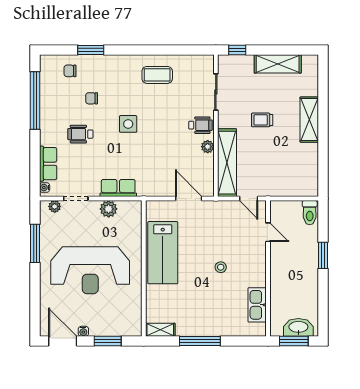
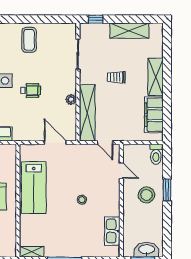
coffee table: (157, 75) -> (29, 40), turned 90
wheelchair: (201, 125) -> (31, 90), moved
filing cabinet: (307, 165) -> (154, 115), added
stool: (298, 262) -> (146, 195), added

